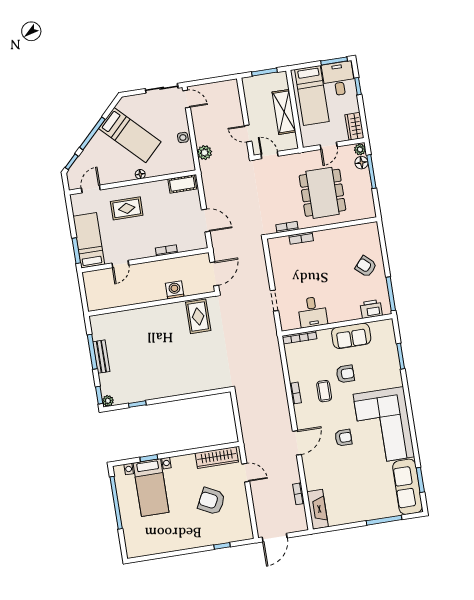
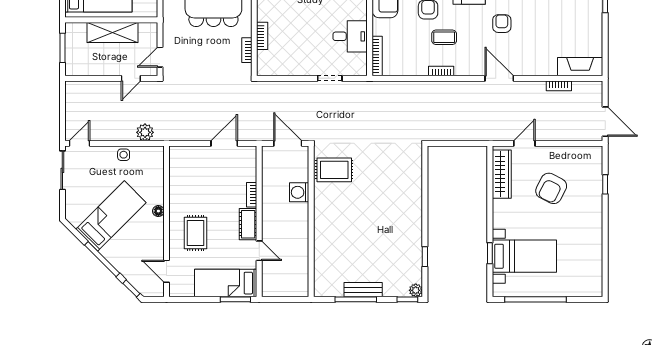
cot: (182, 184) -> (248, 224), moved

